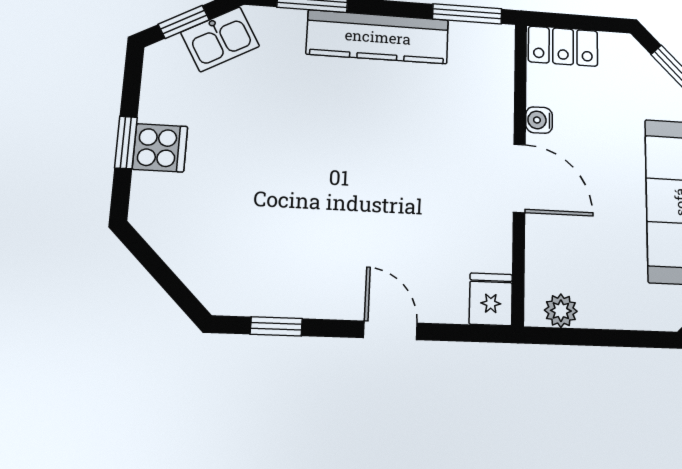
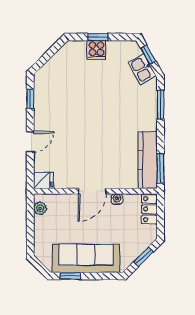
kitchen counter: (378, 37) -> (148, 160), moved

